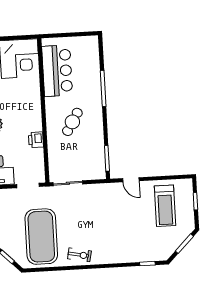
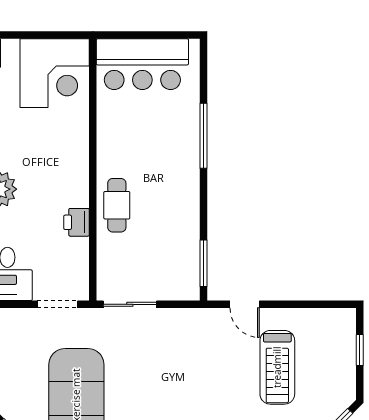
bar counter: (57, 71) -> (142, 64), moved, turned 90
cafe table: (72, 122) -> (117, 205), moved, turned -31
treadmill: (165, 206) -> (277, 367), moved

